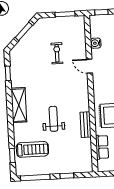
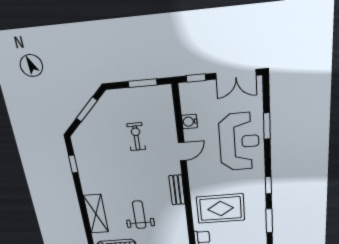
door: (90, 66) -> (182, 151), swing flipped
shelving: (19, 105) -> (96, 214), moved
bench: (86, 125) -> (177, 190), moved

